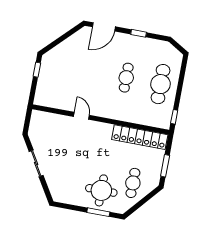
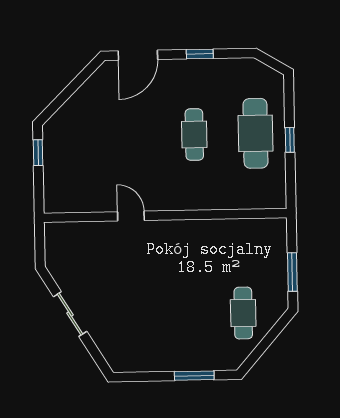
window: (174, 117) -> (290, 140), moved
locker: (140, 137) -> (239, 232), removed
round table: (101, 190) -> (192, 337), removed

